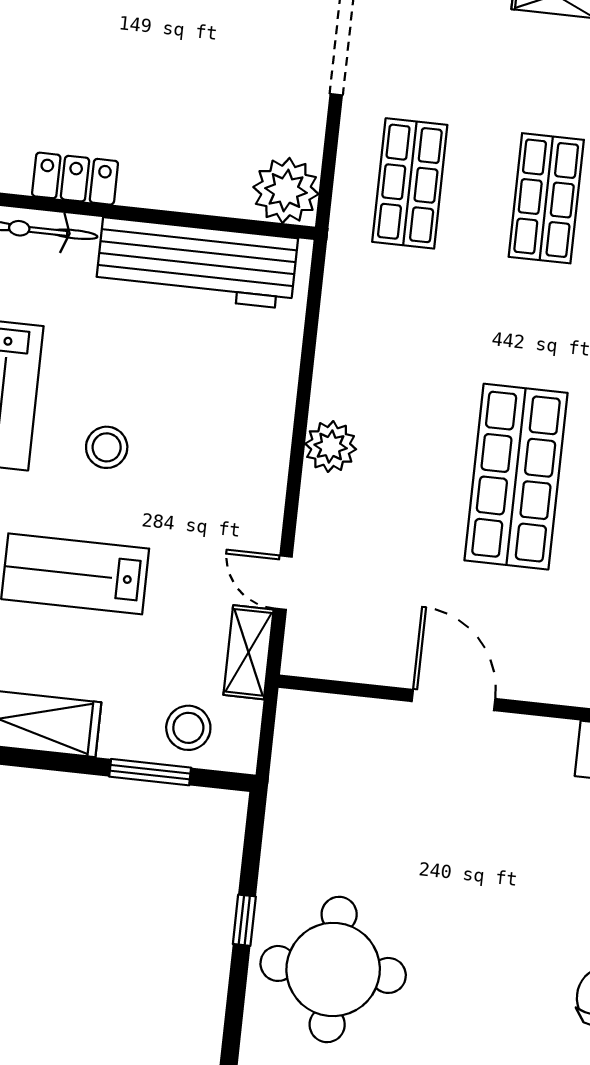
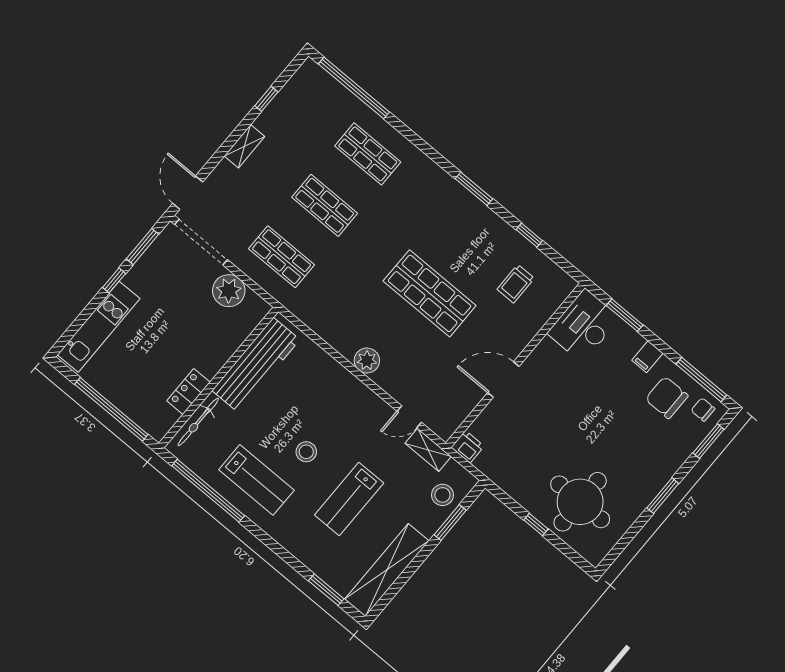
plant: (286, 191) -> (229, 291), moved
printer: (299, 716) -> (468, 447), added

